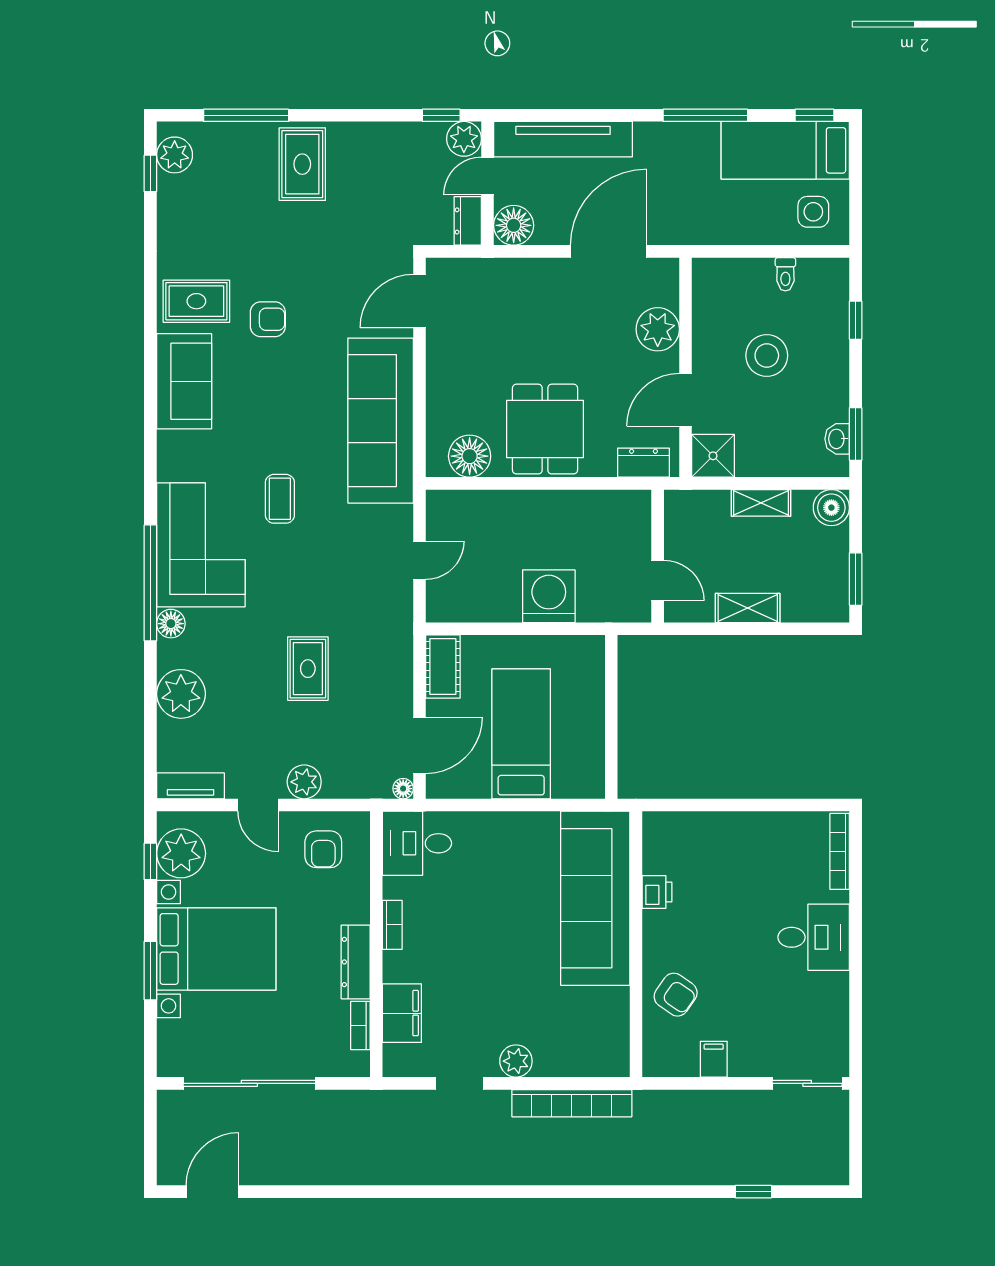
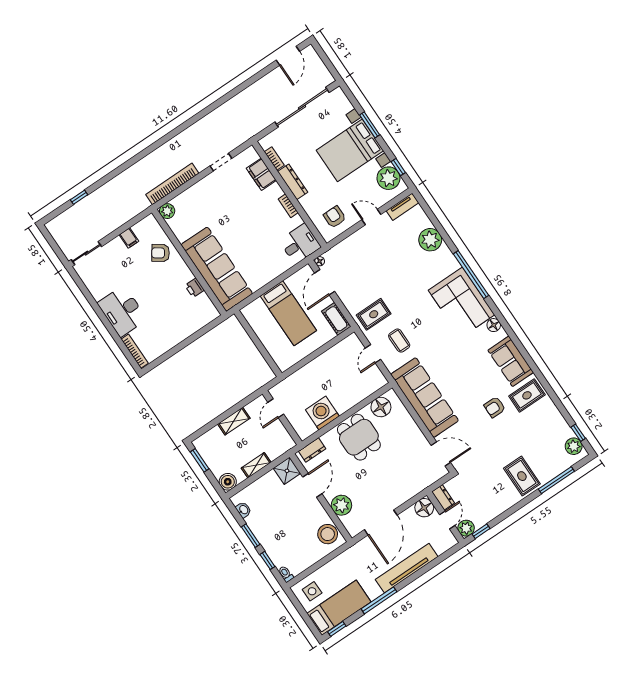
tv unit: (563, 139) -> (407, 568), moved
toilet: (785, 274) -> (286, 574), moved
door: (420, 301) -> (441, 454), hinge flipped
stool: (767, 355) -> (328, 534), moved
window: (856, 434) -> (251, 536), moved
coffee table: (280, 499) -> (399, 341), moved
door: (658, 580) -> (276, 408), hinge flipped
washing machine: (549, 596) -> (322, 413), moved, turned 180
floor lamp: (171, 624) -> (494, 325), moved
rug: (308, 669) -> (374, 314), moved, turned 90
plant: (304, 782) -> (360, 238), removed
desk: (814, 937) -> (122, 311), width x1.37
plant: (516, 1061) -> (167, 211), moved

